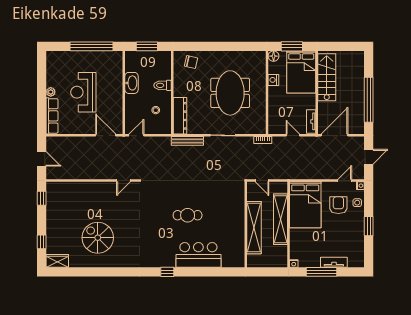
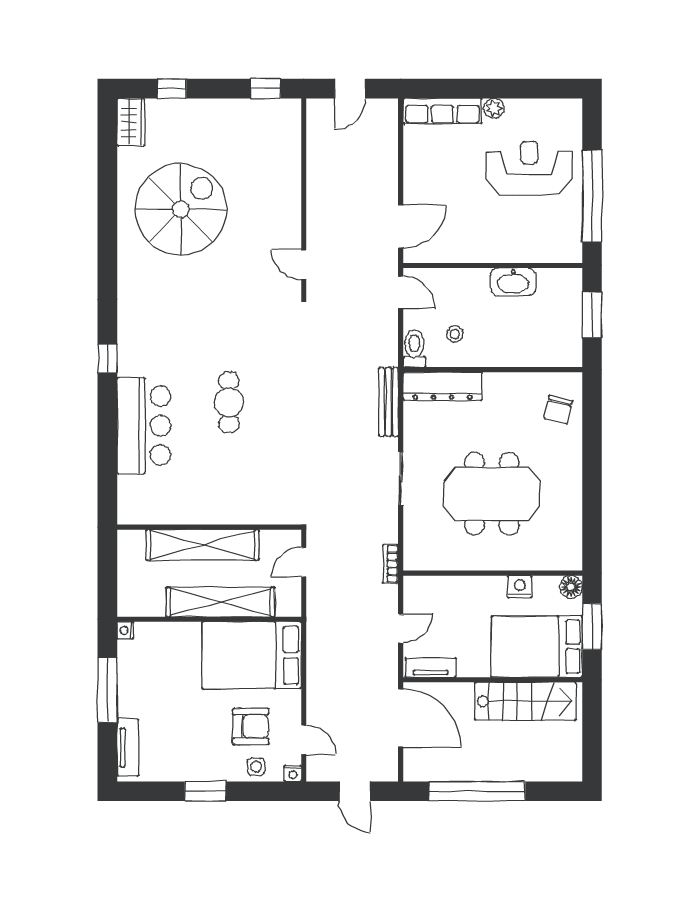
toilet: (163, 85) -> (414, 349), moved
reception desk: (83, 92) -> (529, 168), moved
spiral stairs: (98, 238) -> (181, 209), width x1.37, depth x1.37
tv unit: (334, 262) -> (128, 748), moved

